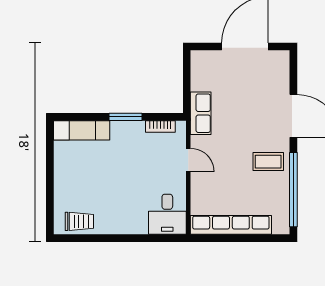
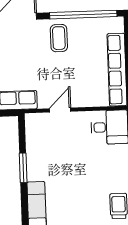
bookcase: (160, 126) -> (31, 136), removed

